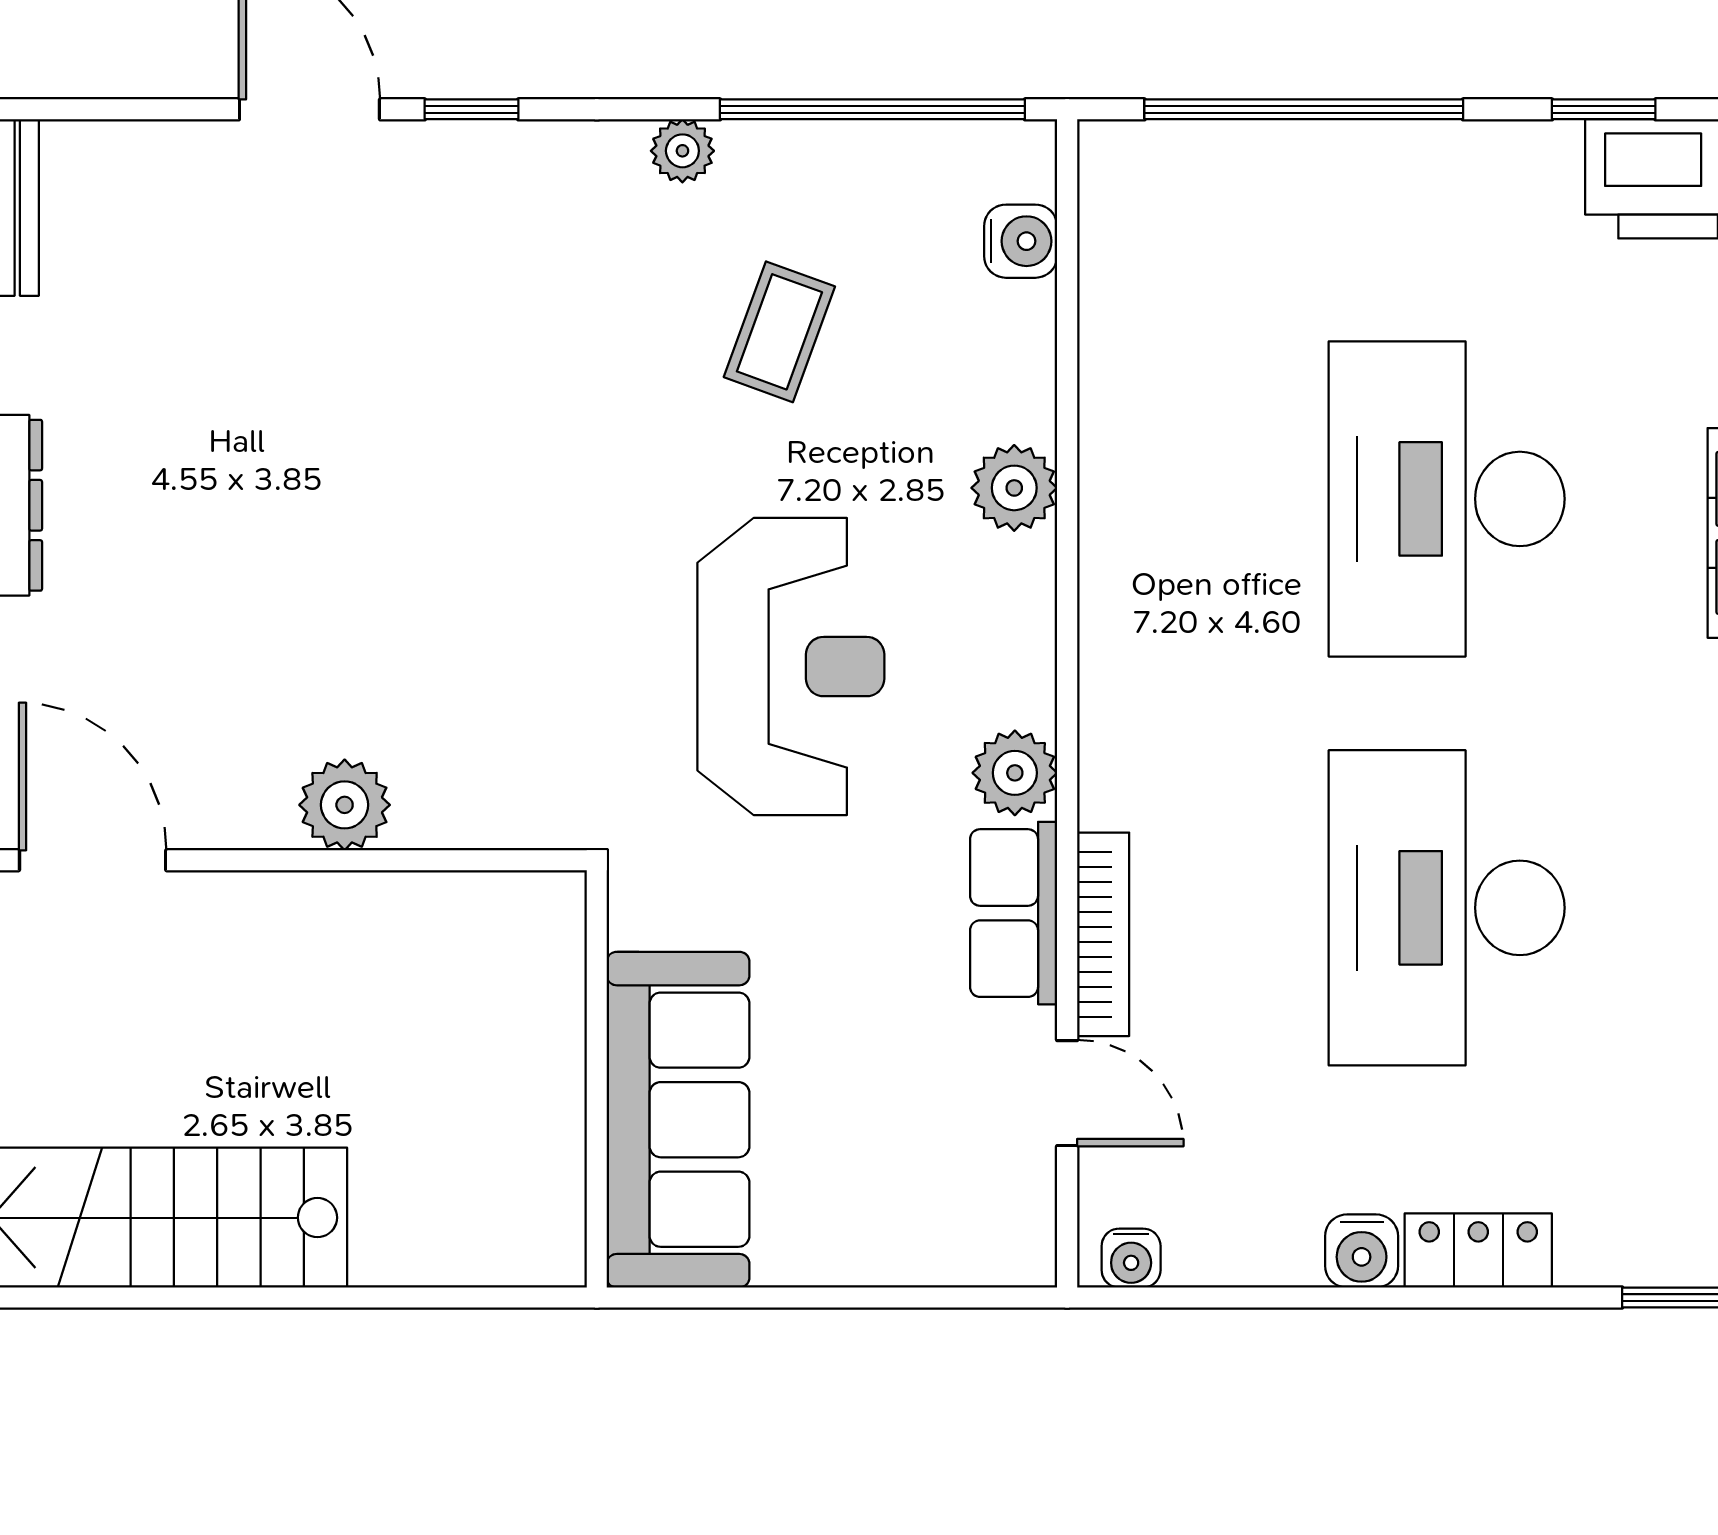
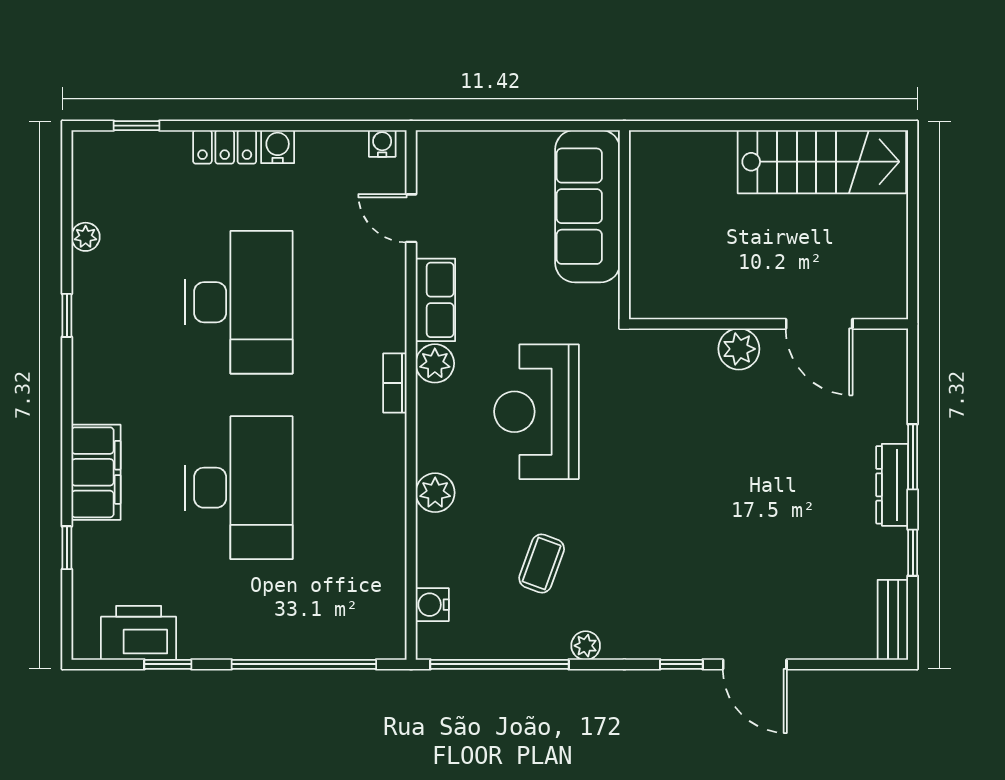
door: (93, 860) -> (819, 324), moved
bookcase: (1103, 934) -> (395, 383), moved, width x0.64

